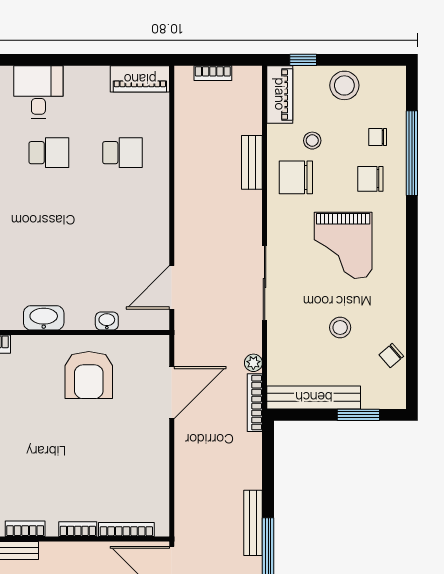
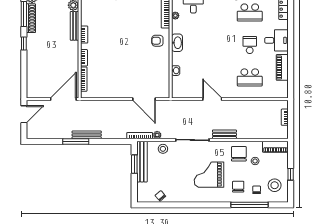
window: (303, 60) -> (291, 174), moved
piano: (140, 79) -> (282, 67), moved
stool: (344, 85) -> (275, 185), moved
school desk: (49, 153) -> (250, 45), turned 180
school desk: (122, 153) -> (250, 77), width x1.85
bench: (252, 162) -> (224, 134), moved
door: (172, 287) -> (212, 99), moved
stool: (340, 327) -> (163, 149), moved
armchair: (89, 375) -> (157, 41), moved, width x0.53, depth x0.53
window: (358, 415) -> (134, 164), moved

